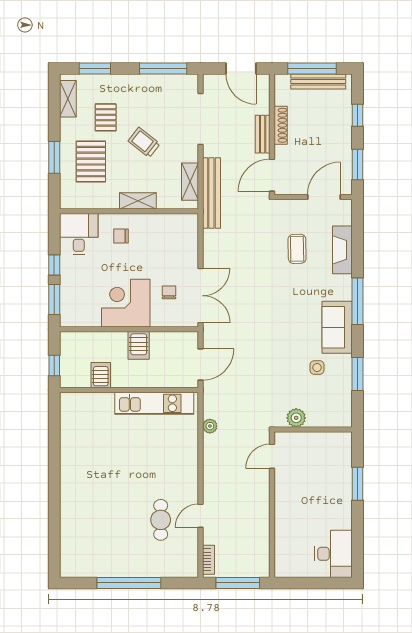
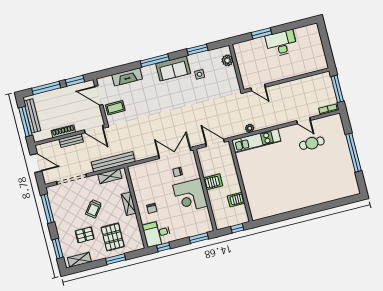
door: (241, 68) -> (36, 163), hinge flipped
window: (358, 115) -> (46, 88), width x2.17
pallet: (91, 162) -> (113, 237), turned 90
coffee table: (297, 249) -> (115, 108), moved
window: (54, 265) -> (163, 247), moved
kitchen unit: (154, 403) -> (256, 141), moved, turned 90
plant: (296, 418) -> (227, 60), moved
desk: (334, 554) -> (281, 43), moved

